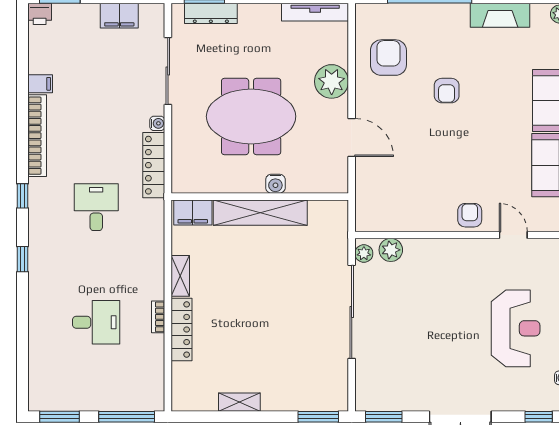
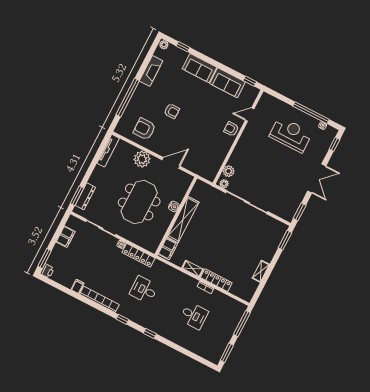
desk: (96, 322) -> (194, 316), turned 90

